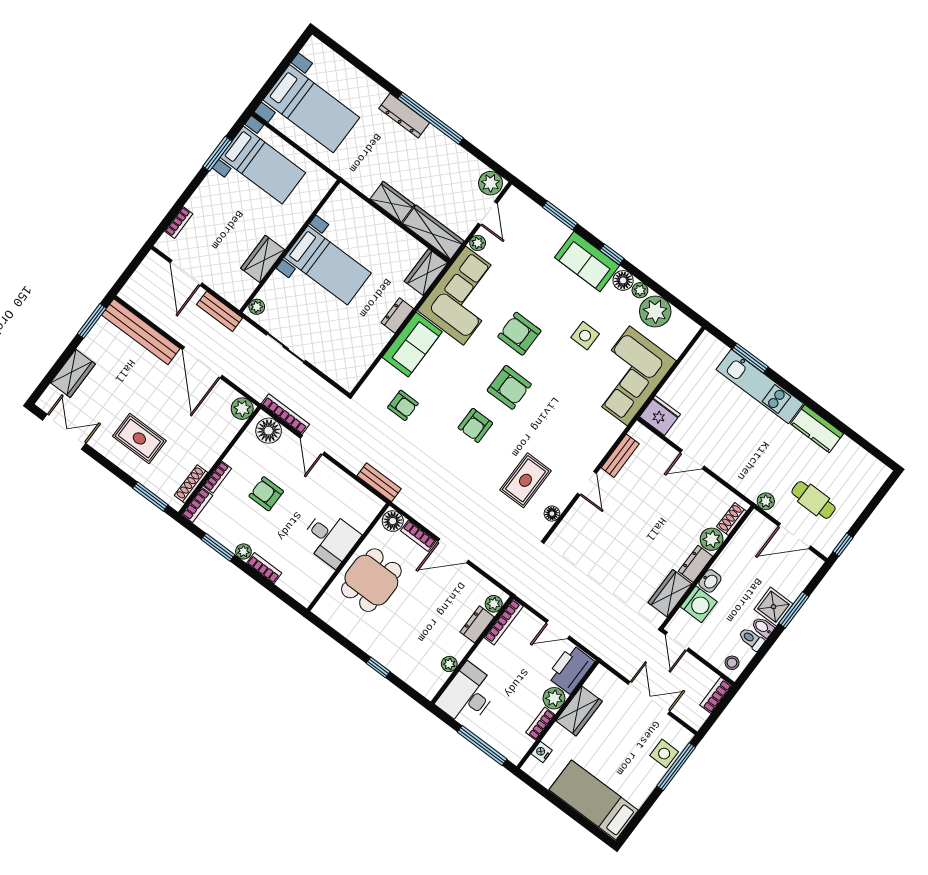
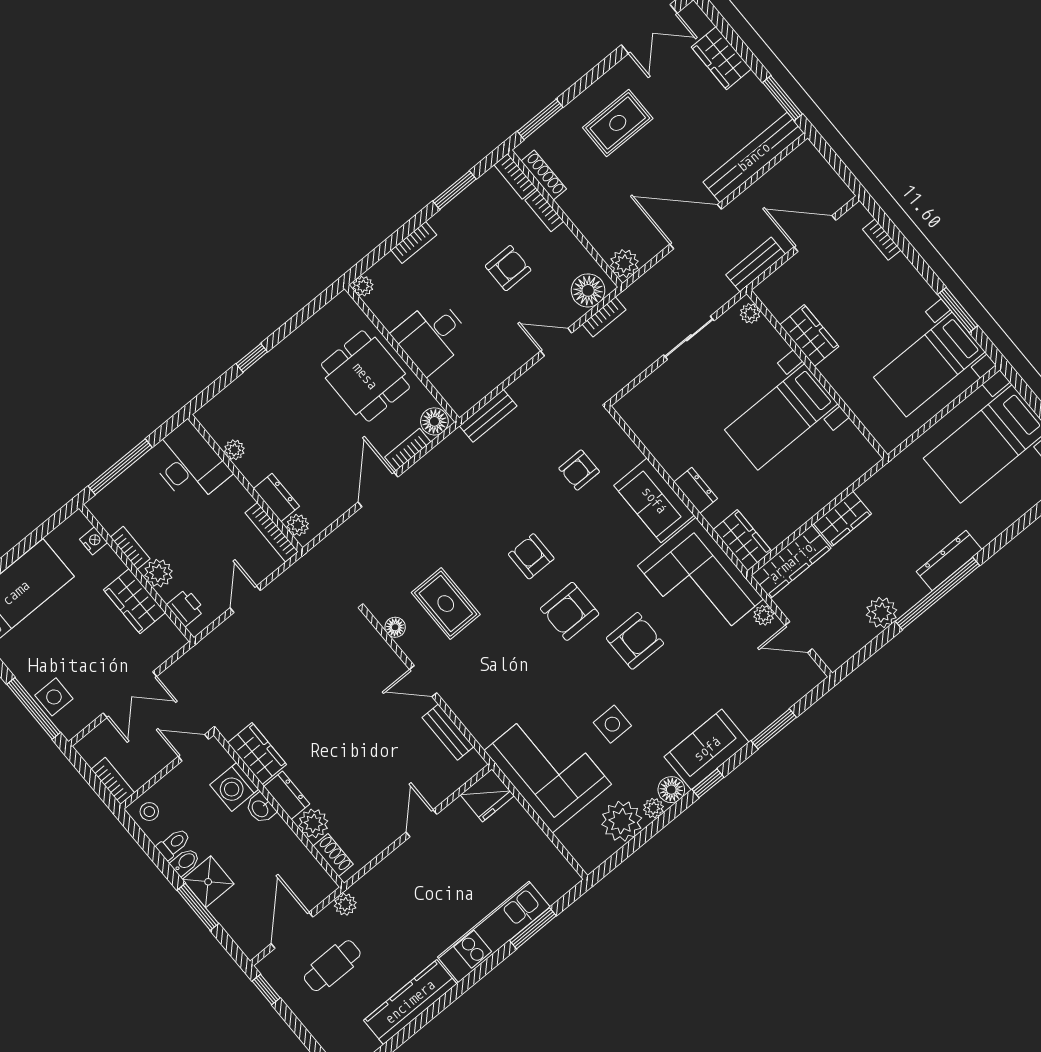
plant: (490, 183) -> (882, 613), moved
bookcase: (285, 414) -> (604, 317), width x0.64
kitchen counter: (817, 429) -> (410, 1002), width x1.50
plant: (243, 551) -> (363, 286), moved
printer: (571, 669) -> (186, 608), width x0.53, depth x0.68

